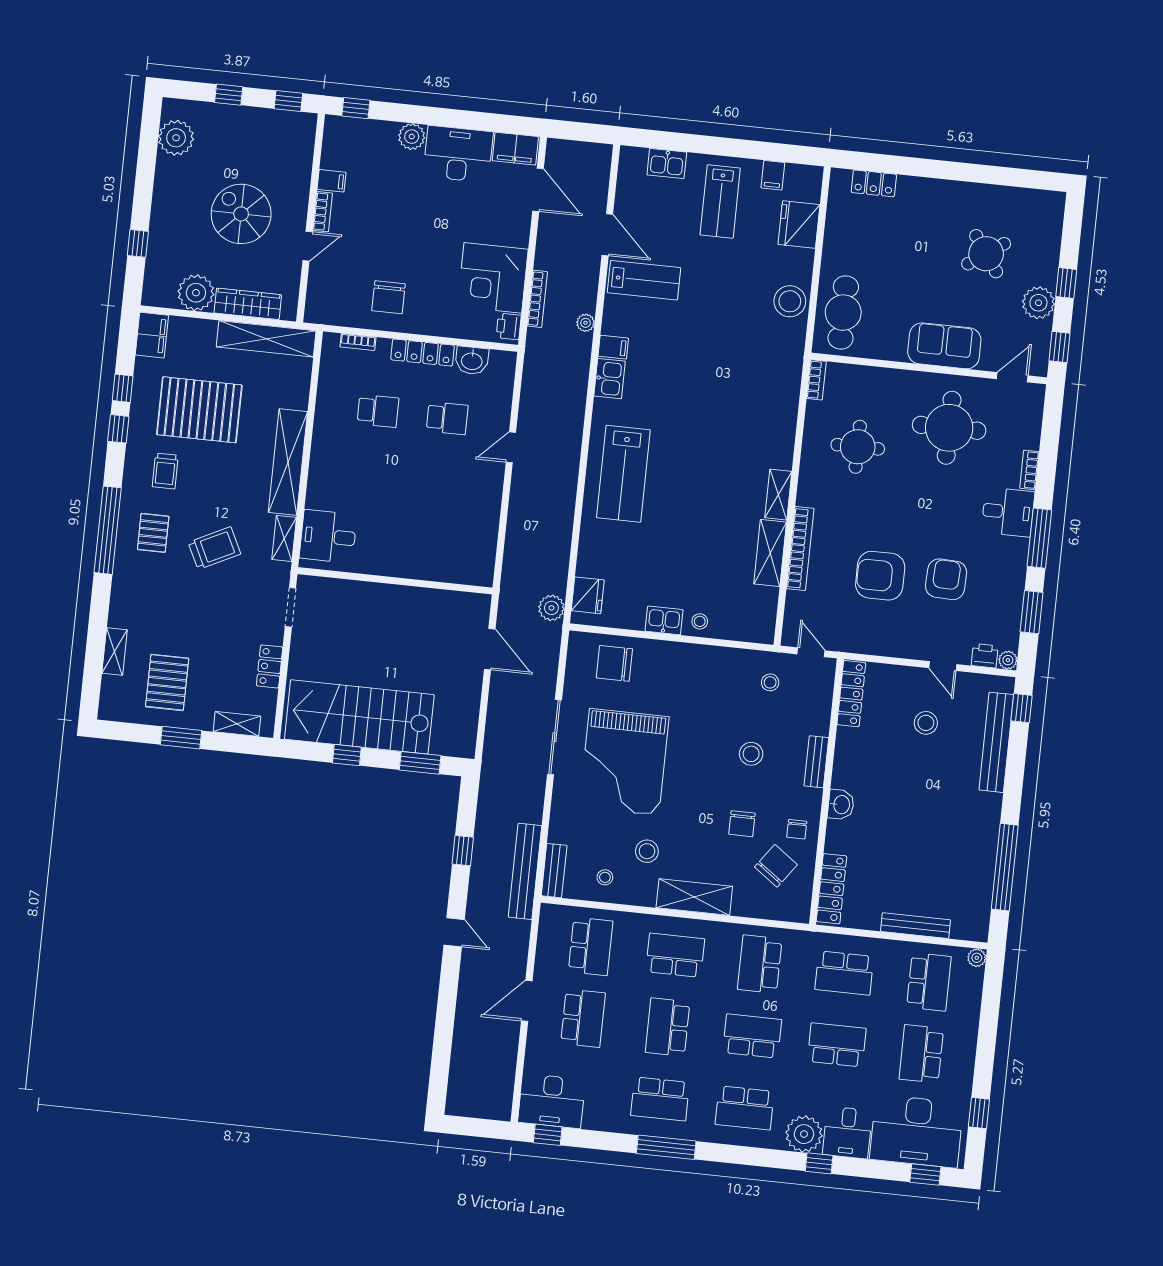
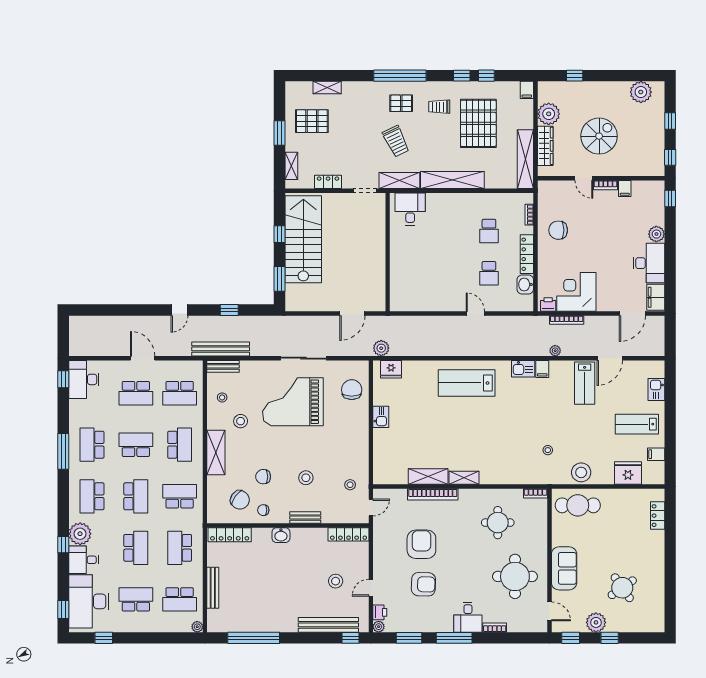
filing cabinet: (152, 335) -> (527, 90), width x0.50
shelving: (284, 538) -> (399, 181), width x1.50, depth x1.33
stool: (700, 621) -> (548, 450), moved

